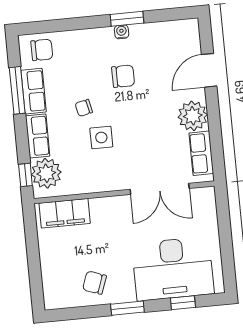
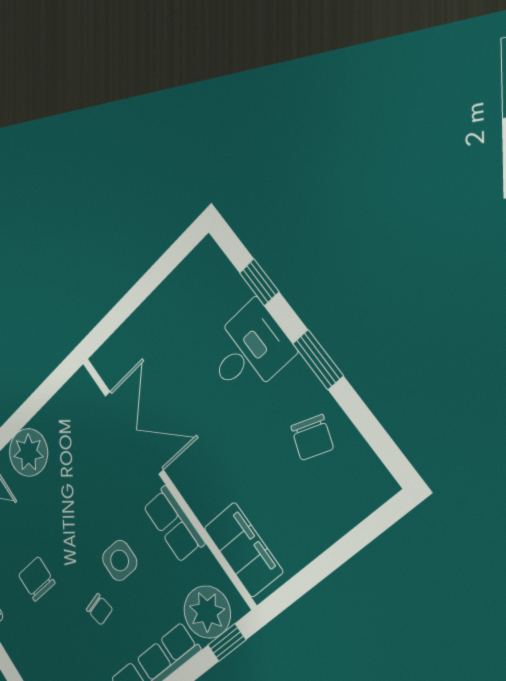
row of seats: (201, 153) -> (174, 524), moved, turned 90
desk: (173, 269) -> (249, 350), width x0.53, depth x0.77

